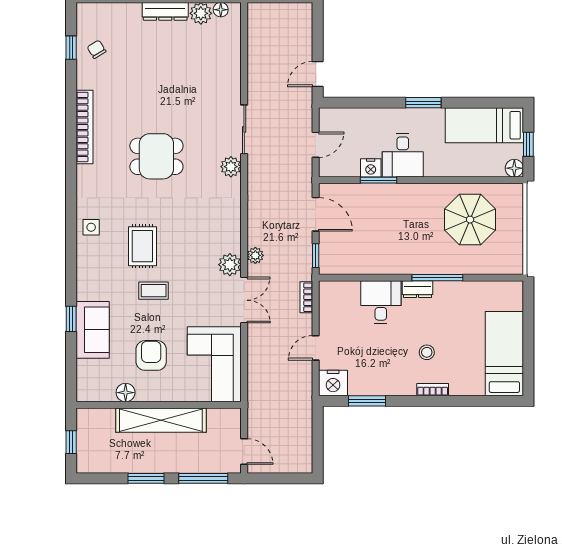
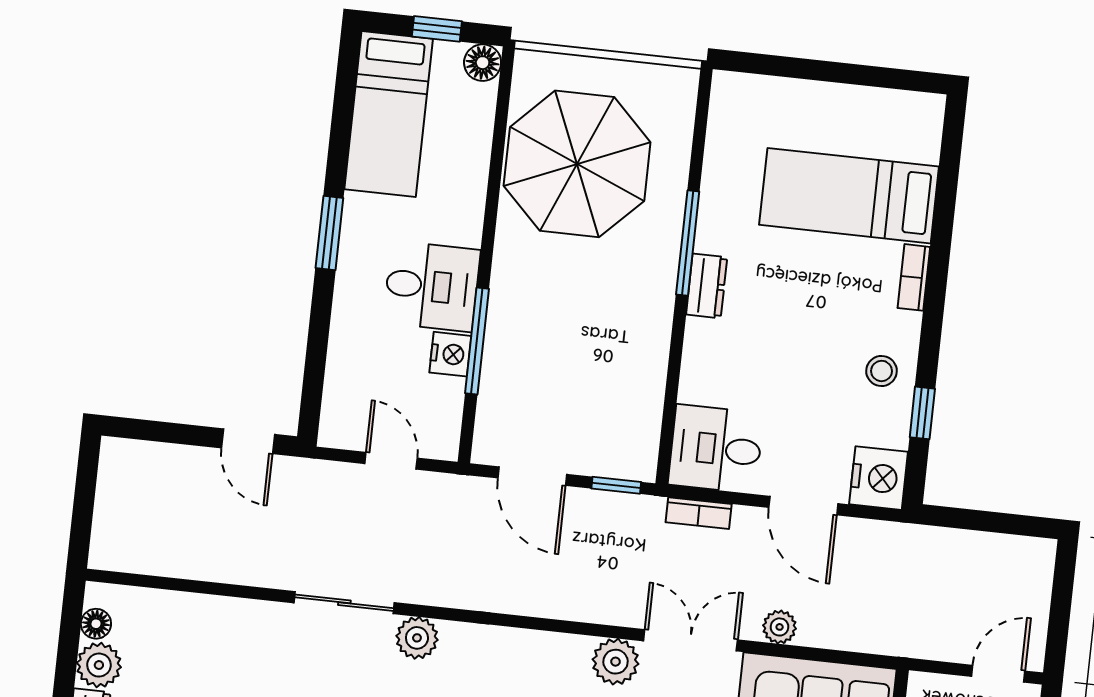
window: (379, 180) -> (477, 341), width x1.44
door: (316, 214) -> (532, 476), swing flipped
parasol: (470, 220) -> (577, 164), width x1.36, depth x1.36
plant: (255, 255) -> (780, 627), moved
desk: (381, 302) -> (716, 449), moved
door: (316, 348) -> (803, 506), width x1.38
stool: (427, 352) -> (882, 371), moved
bed: (504, 354) -> (849, 196), moved
window: (367, 401) -> (922, 413), width x0.67

